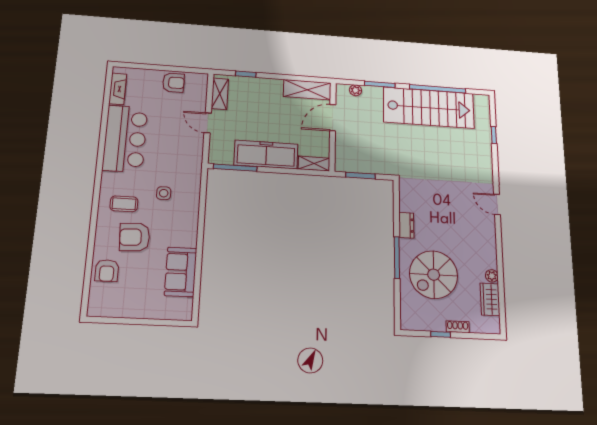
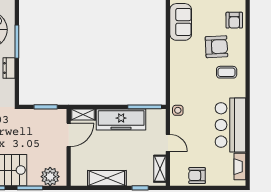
shelving: (307, 90) -> (107, 178), moved
plant: (355, 90) -> (50, 177), width x1.87, depth x1.87
door: (333, 118) -> (69, 135), moved
side table: (164, 193) -> (178, 110), moved
armchair: (107, 271) -> (234, 20), turned 180

